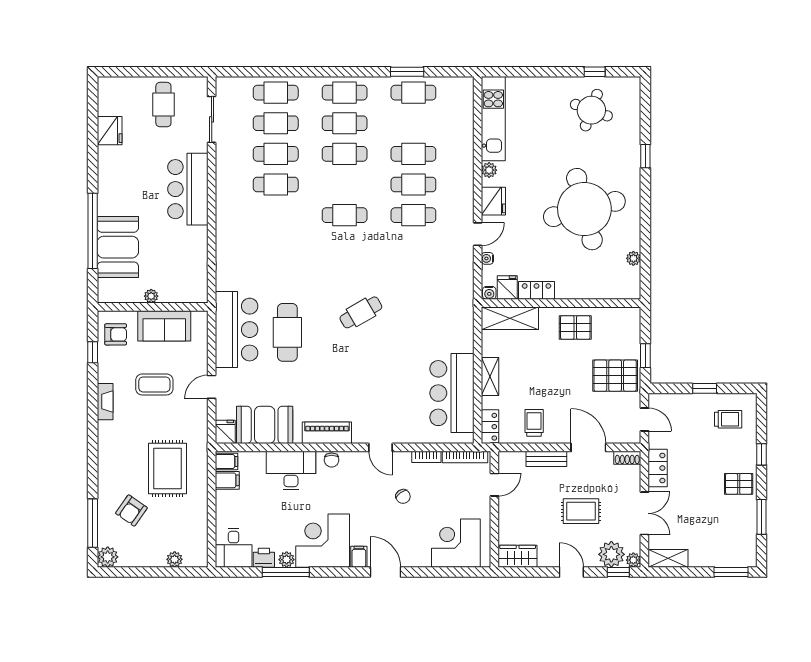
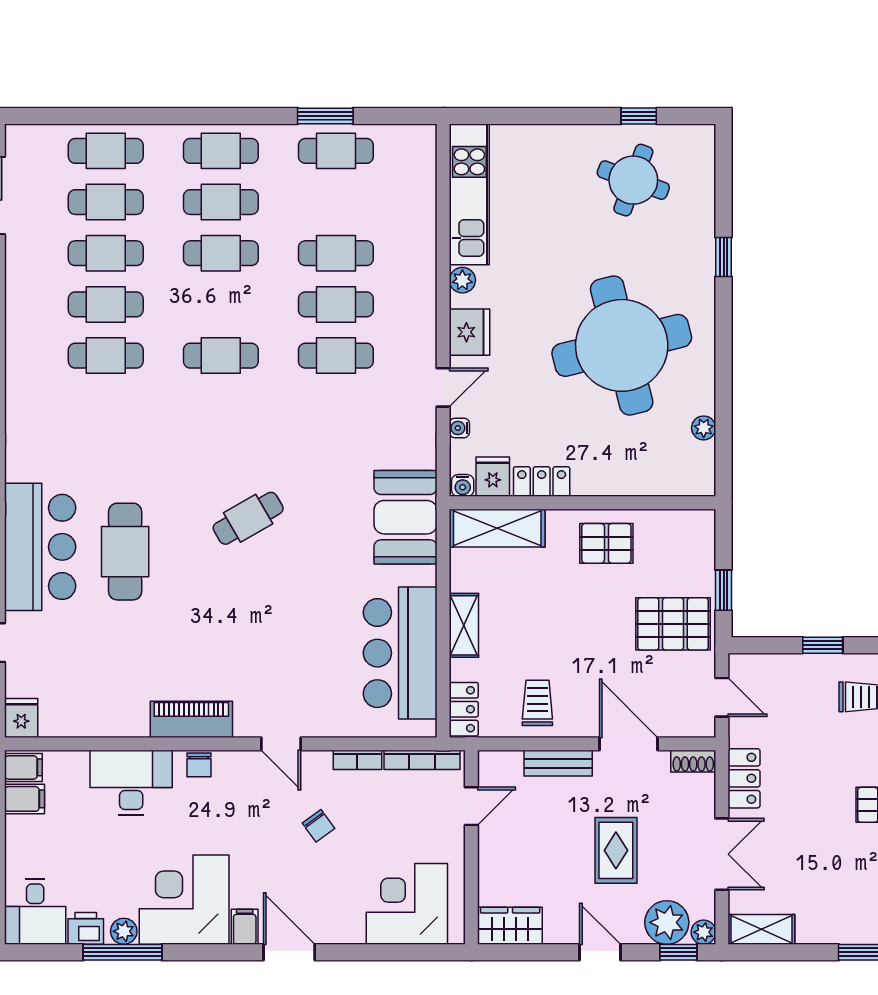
cafe table: (276, 215) -> (106, 356), added
booth: (265, 425) -> (406, 517), moved, turned 90
rug: (581, 511) -> (616, 850), turned 90

